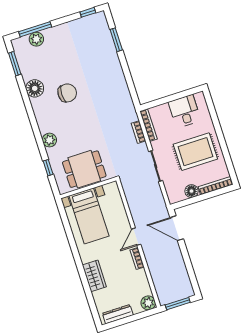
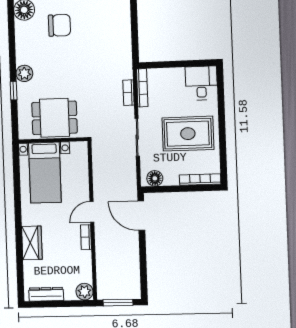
desk: (185, 111) -> (201, 83), moved
window: (48, 168) -> (14, 91), moved
floor lamp: (191, 191) -> (155, 178), moved

